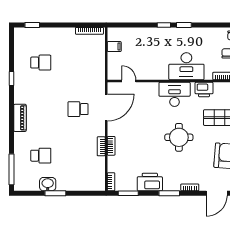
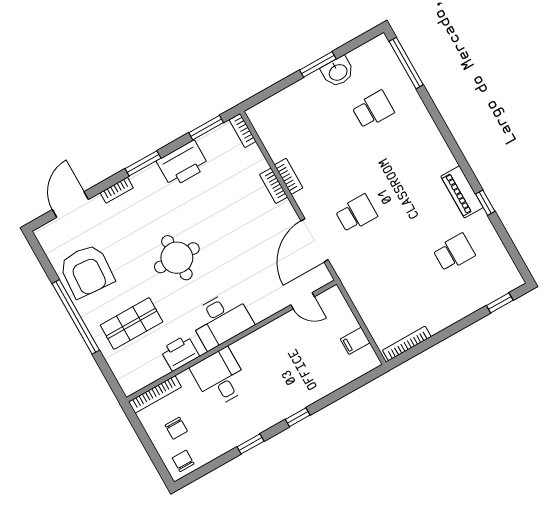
window: (184, 25) -> (251, 444), moved
school desk: (41, 63) -> (454, 252), turned 180
desk: (186, 66) -> (220, 378), width x0.73
piano: (20, 118) -> (462, 192), moved
school desk: (41, 156) -> (373, 110), turned 180

